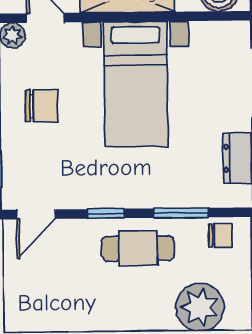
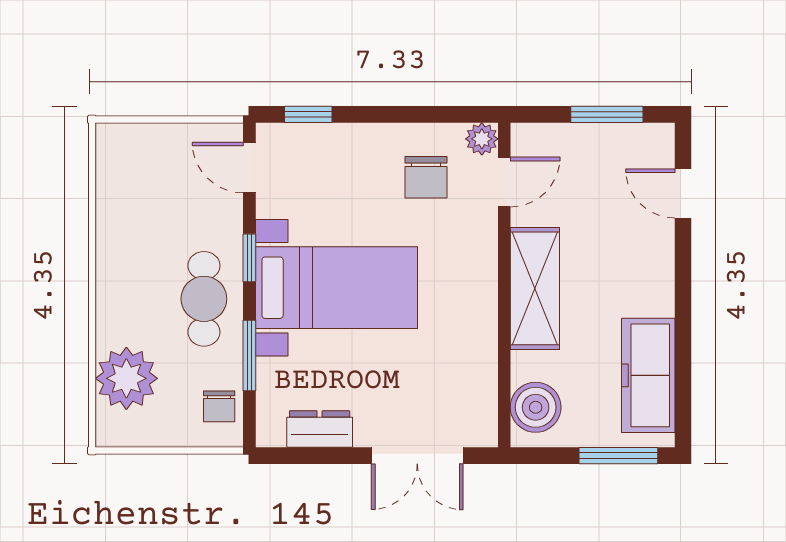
bed with nightstands: (136, 84) -> (336, 288), moved, turned 180
chair: (42, 106) -> (426, 177), moved

